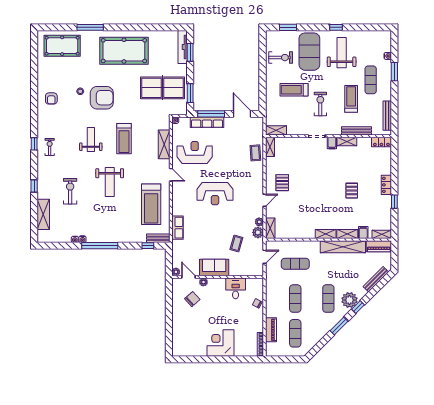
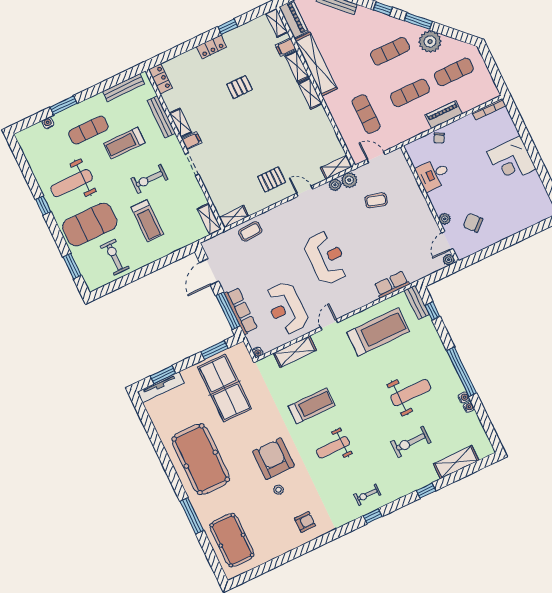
weight bench: (110, 182) -> (411, 393), moved
sofa: (214, 268) -> (420, 214), removed
plant: (349, 300) -> (430, 42), moved
piano: (271, 330) -> (444, 115), moved

